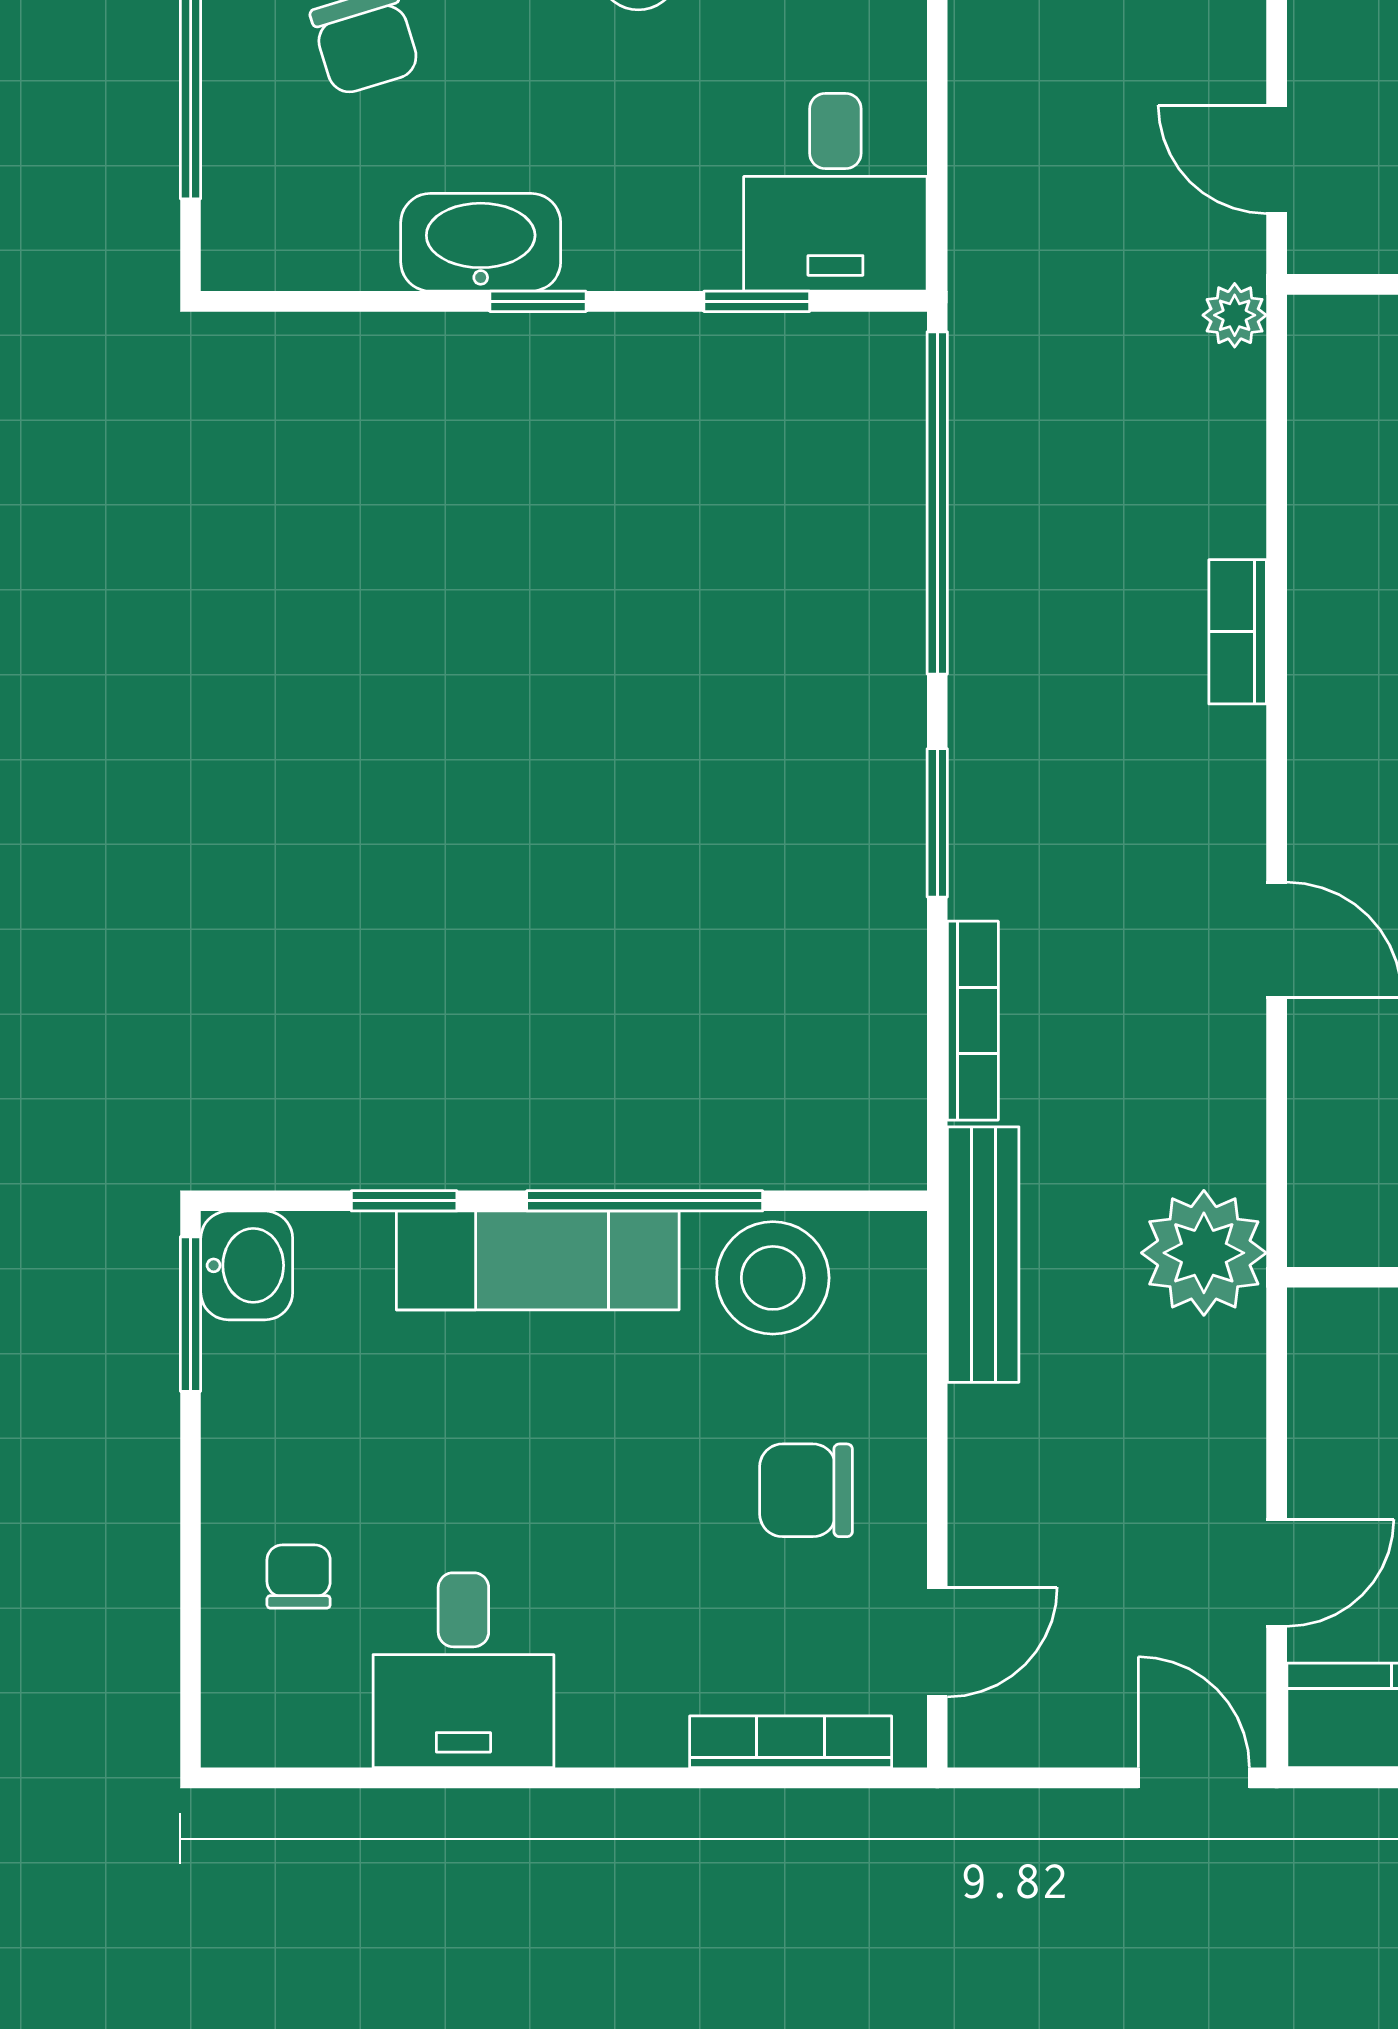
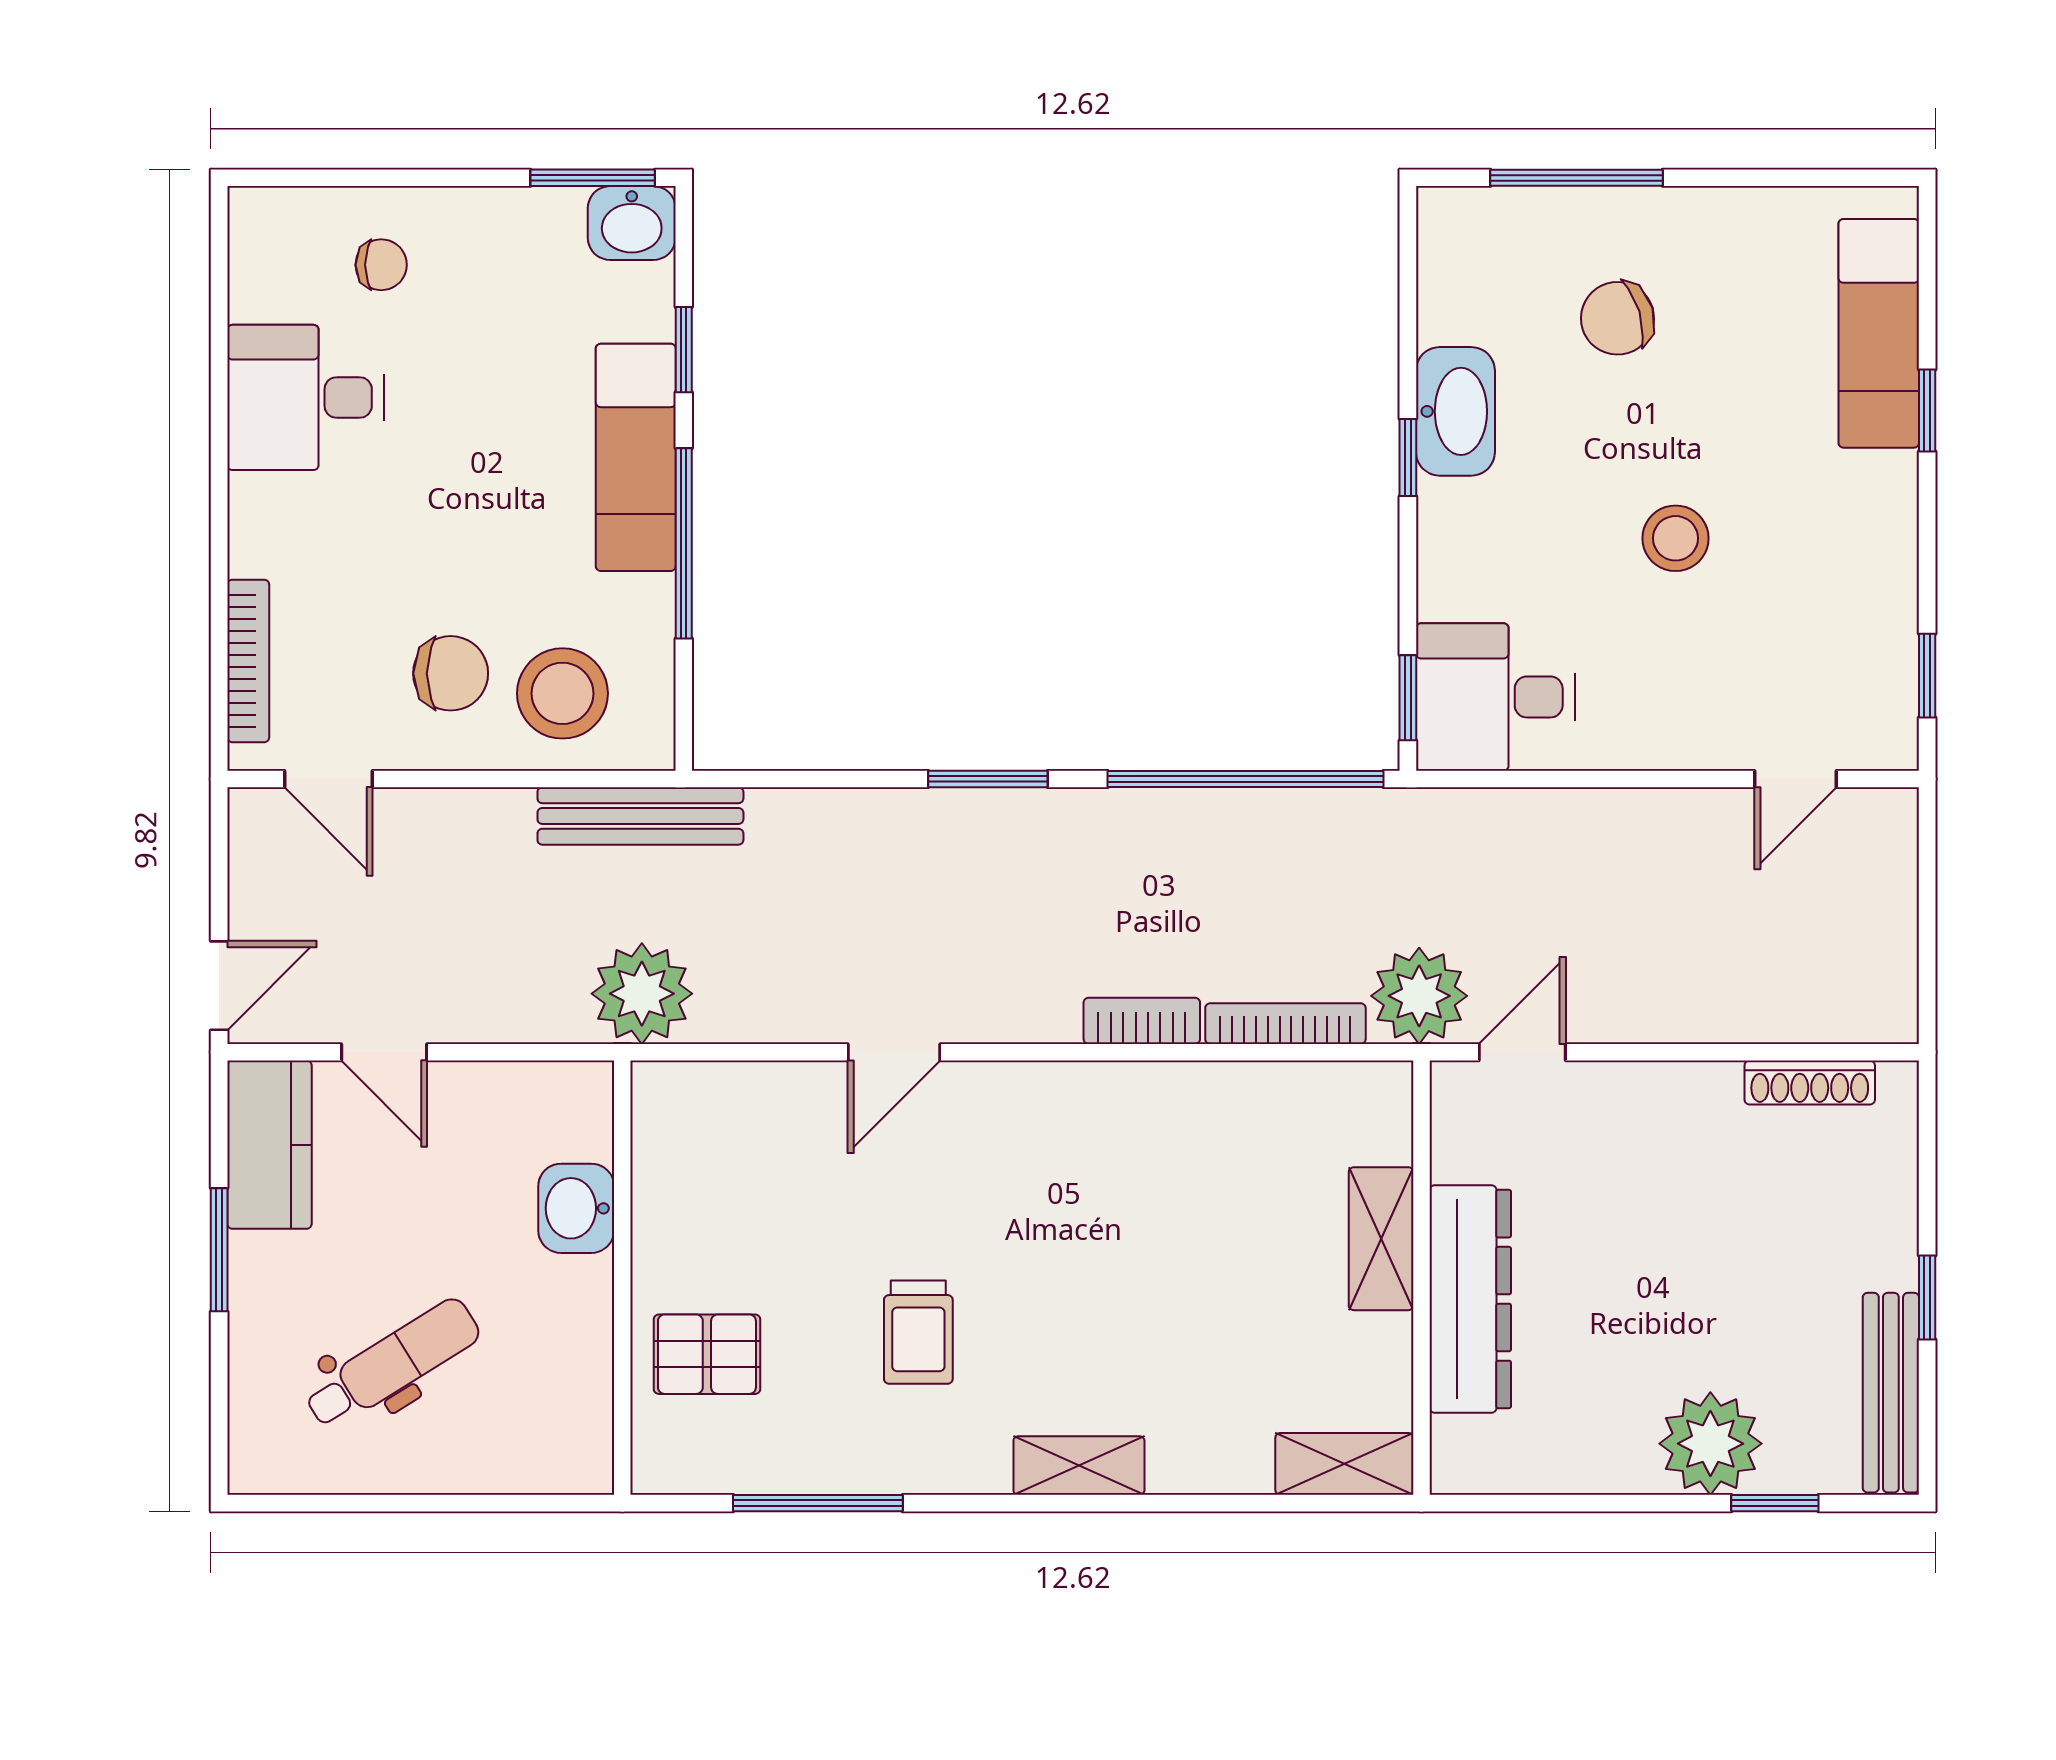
window: (757, 301) -> (1408, 698), moved
plant: (1235, 315) -> (1419, 996), width x1.88, depth x1.88
bookcase: (973, 1021) -> (1285, 1024), moved, turned 180
stool: (773, 1278) -> (562, 693), moved
chair: (806, 1490) -> (451, 673), turned 90

